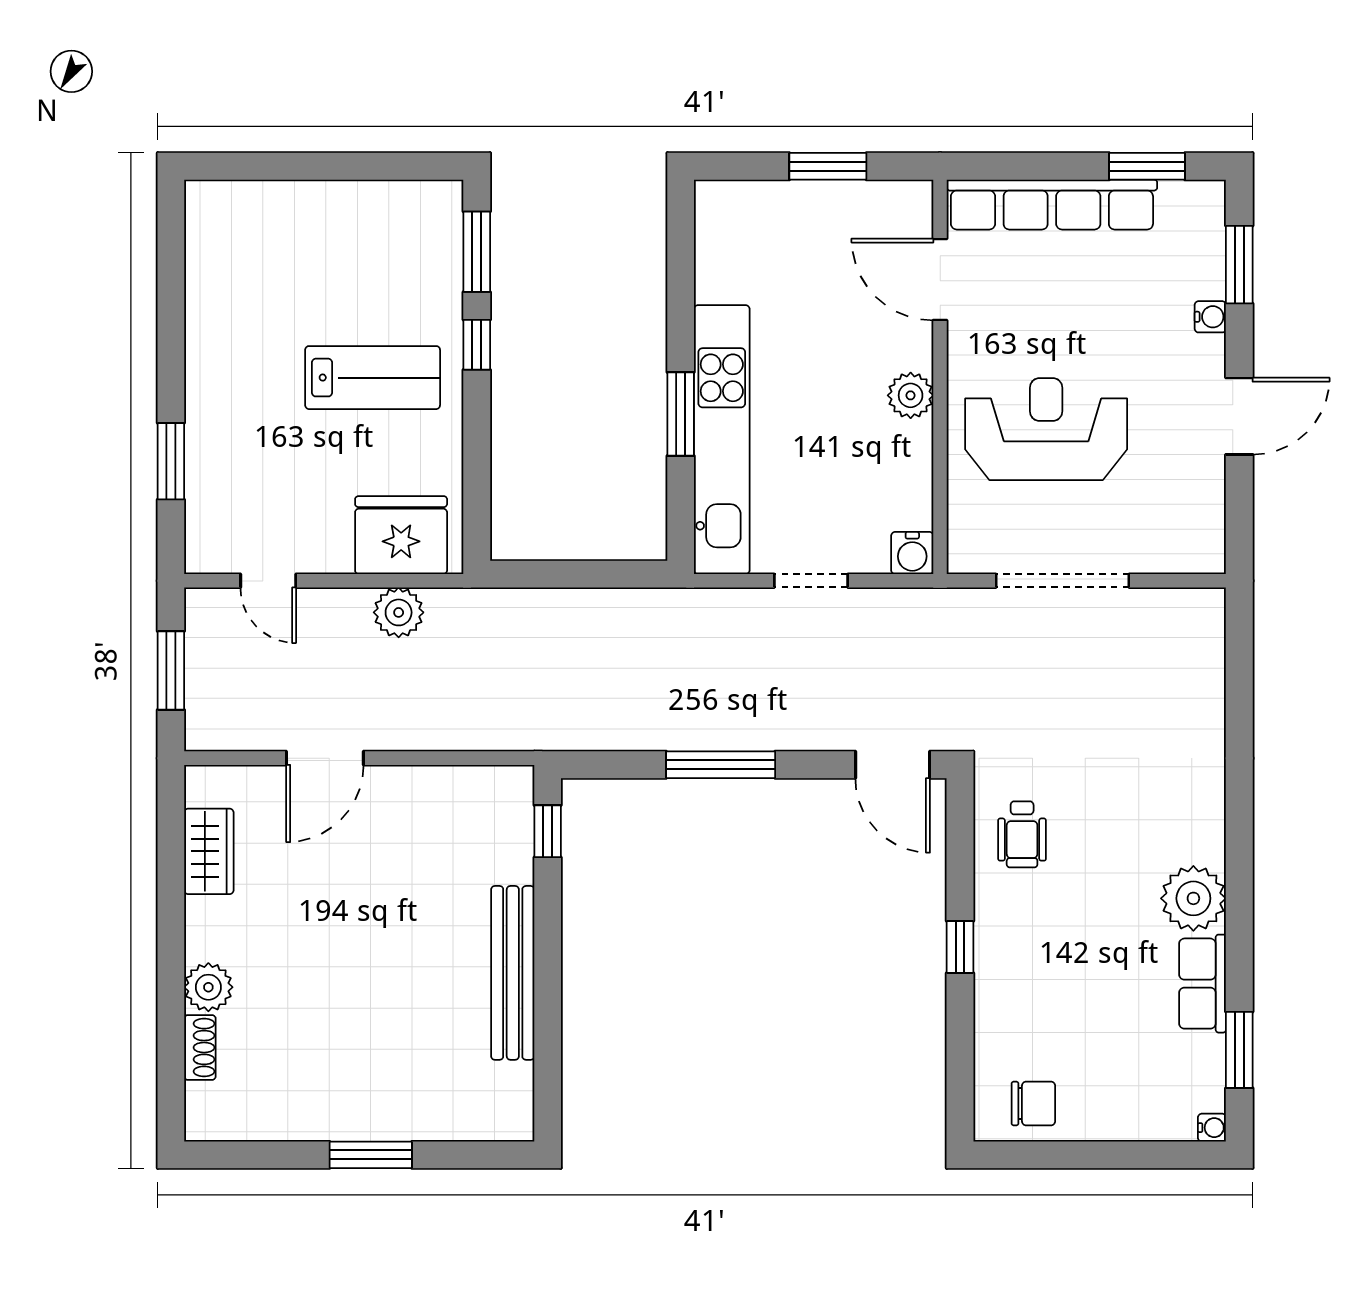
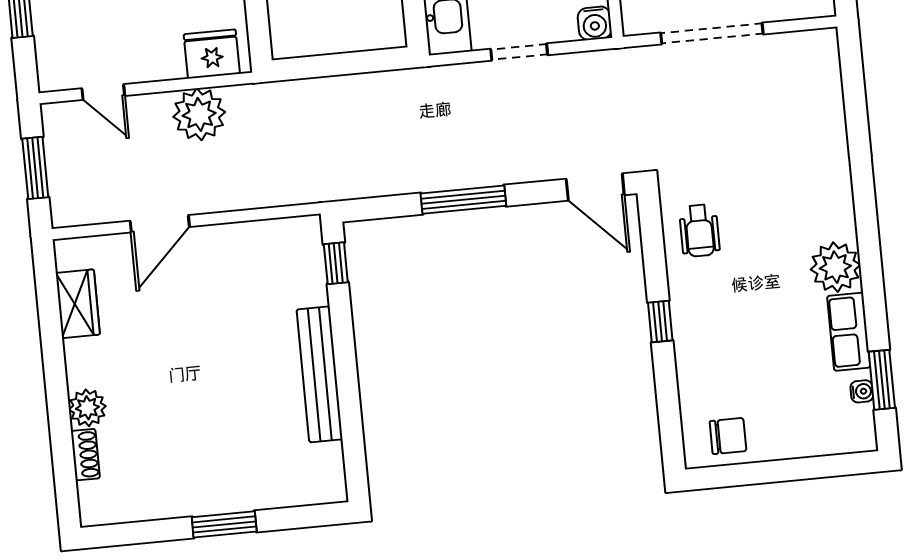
fridge: (401, 535) -> (212, 54), width x0.73, depth x0.75
plant: (399, 612) -> (199, 114), width x1.36, depth x1.36
water cooler: (1212, 1128) -> (862, 391), moved

